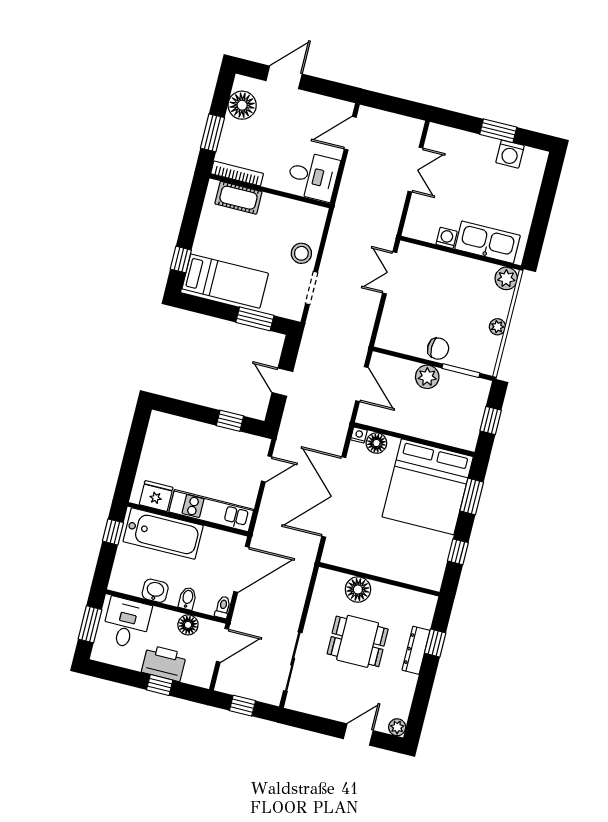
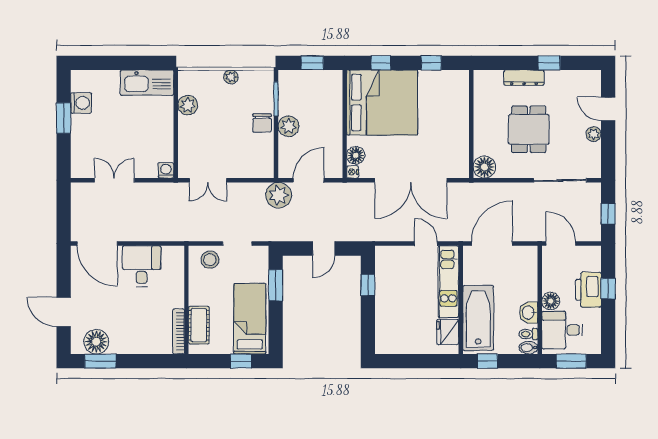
window: (212, 133) -> (100, 361), moved
door: (350, 133) -> (97, 244), width x1.36
bookcase: (237, 174) -> (178, 331), moved
wall: (270, 191) -> (186, 300), moved
cot: (238, 198) -> (199, 325), moved
washing machine: (447, 238) -> (166, 170), moved, turned 90
kitchen sink: (488, 242) -> (147, 83), moved, turned -90
plant: (506, 278) -> (188, 105), moved
plant: (354, 347) -> (279, 195), added
chair: (438, 349) -> (262, 123), turned 180
door: (266, 469) -> (426, 244), moved
window: (472, 496) -> (381, 63), width x0.67
door: (241, 569) -> (492, 244), hinge flipped
floor lamp: (358, 589) -> (484, 167), moved
bidet: (187, 598) -> (528, 348), moved
toilet: (223, 607) -> (528, 334), moved
floor lamp: (188, 625) -> (551, 301), moved
window: (435, 643) -> (549, 63), moved
plant: (397, 727) -> (594, 134), moved

